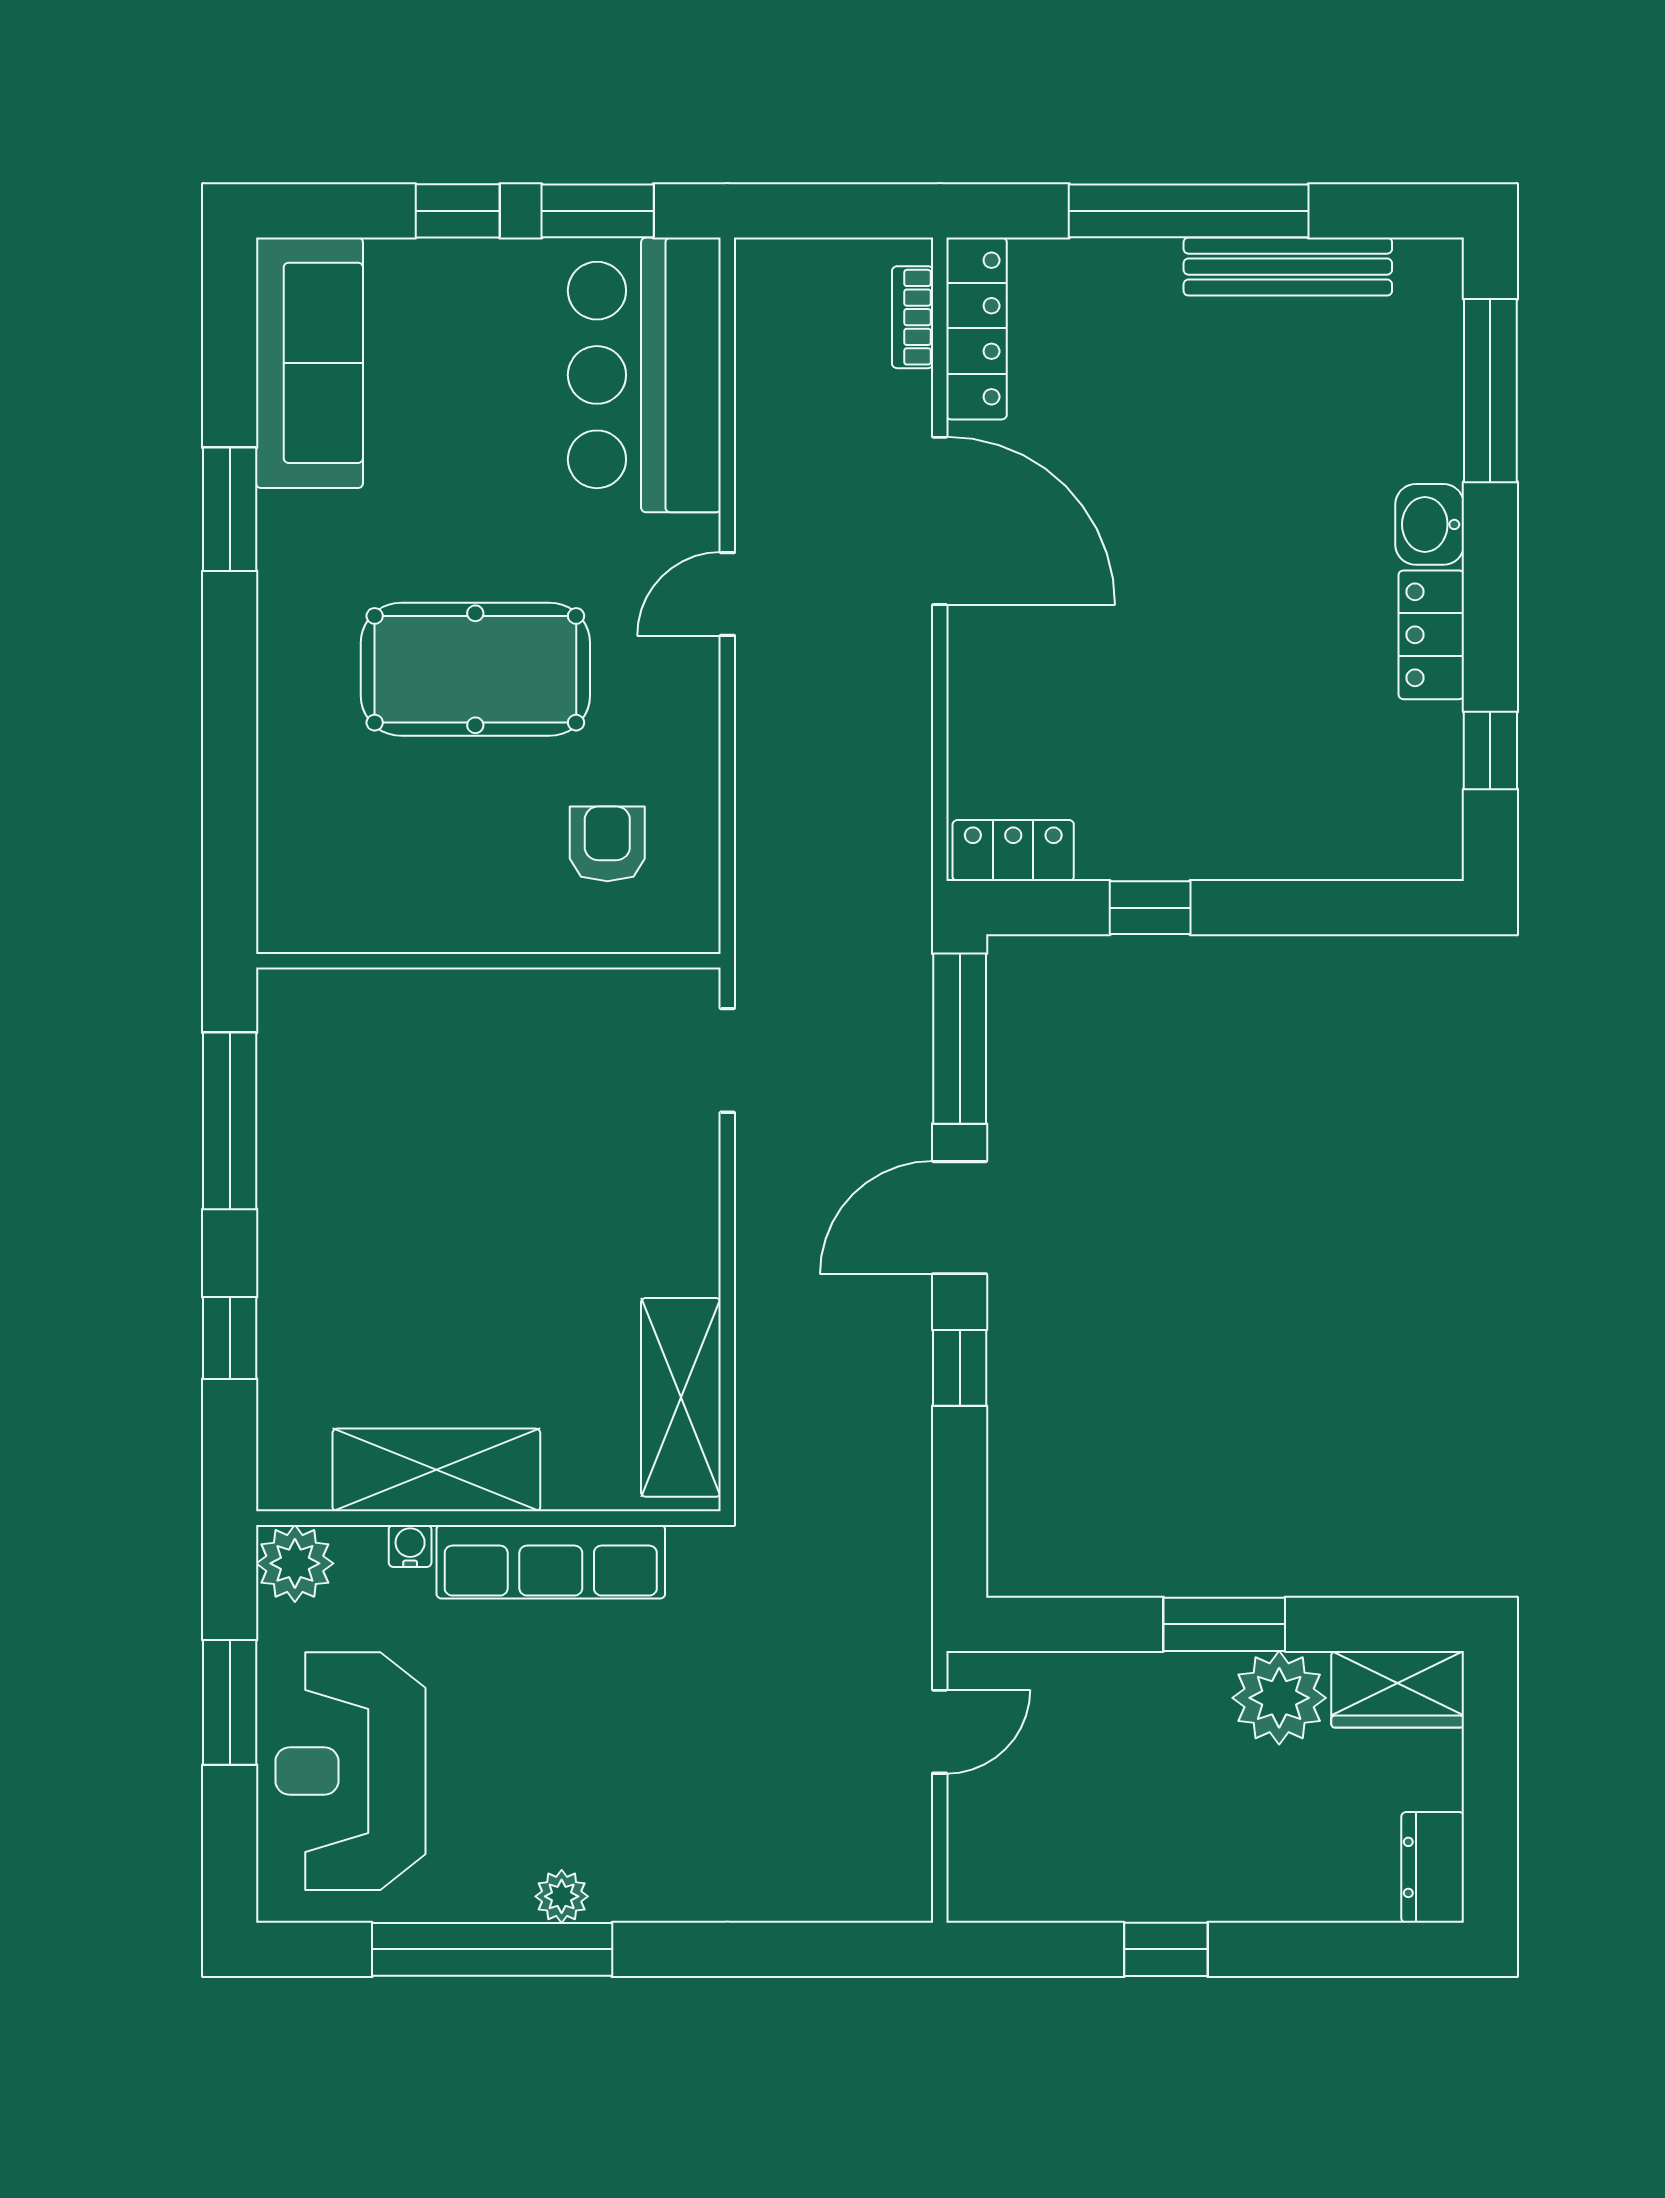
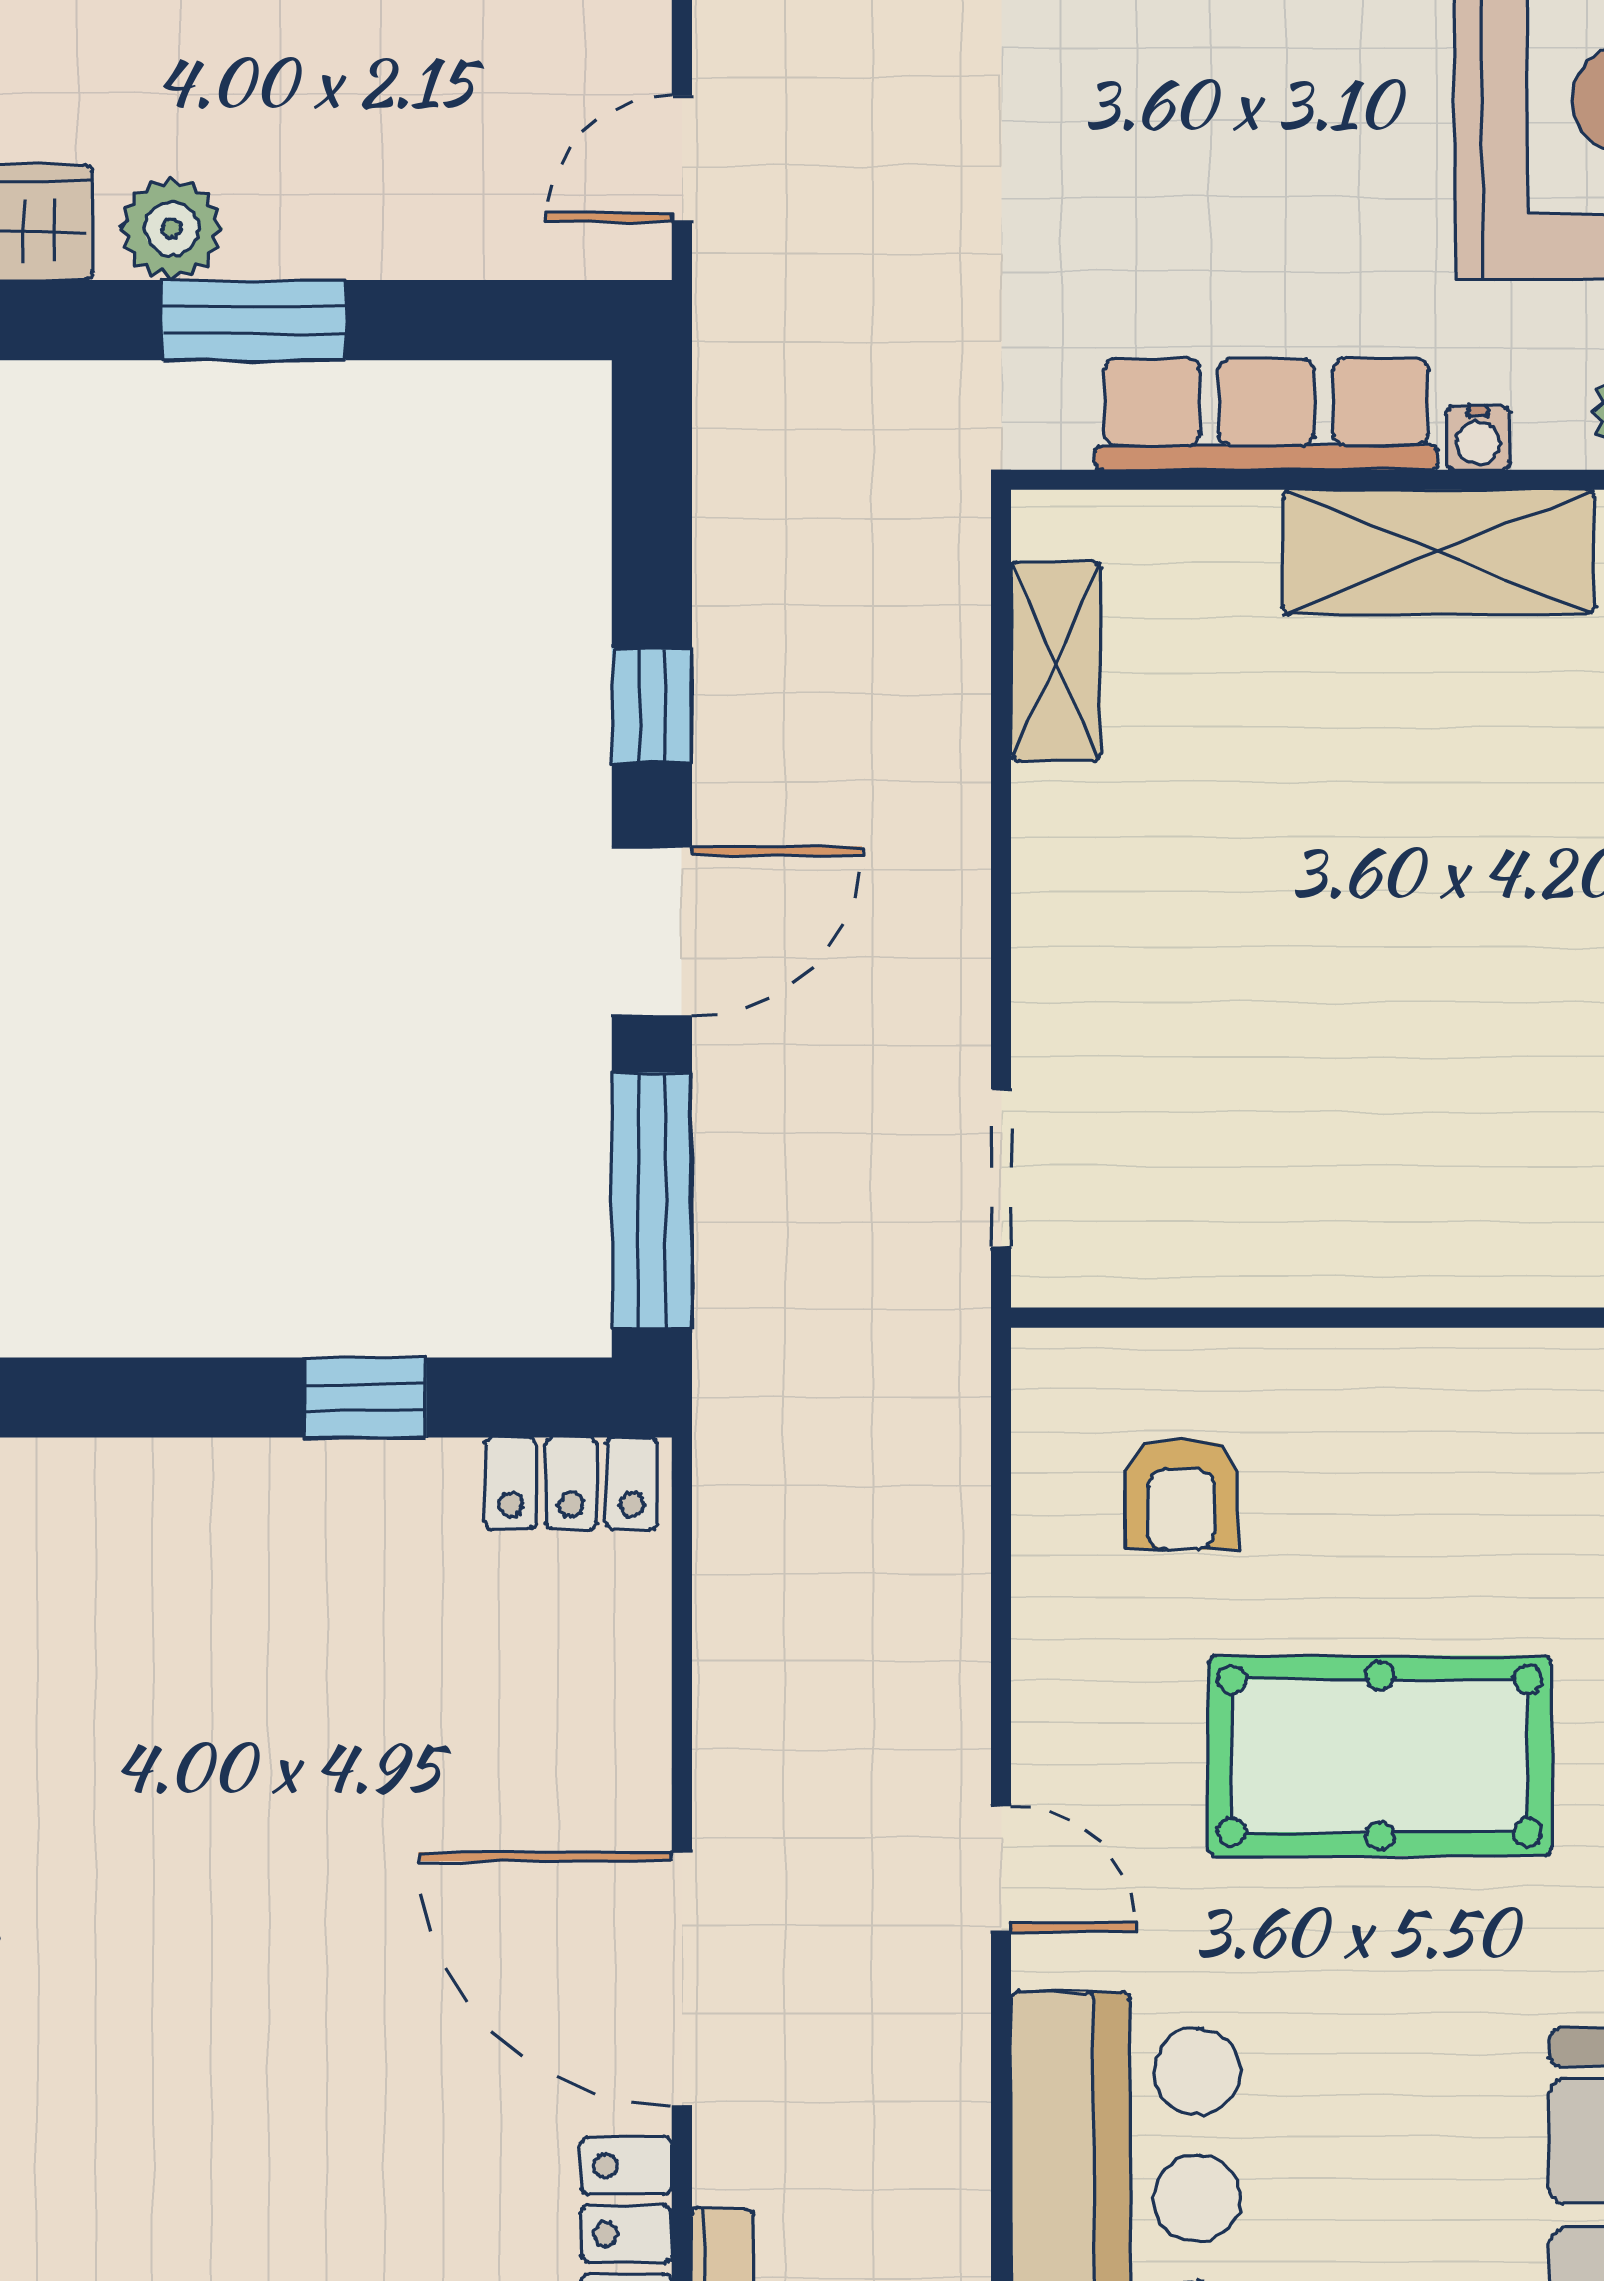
door: (727, 594) -> (1001, 1869), hinge flipped
shelving: (681, 1397) -> (1056, 661), width x0.67, depth x0.75
plant: (1279, 1698) -> (172, 228), width x0.73, depth x0.73

